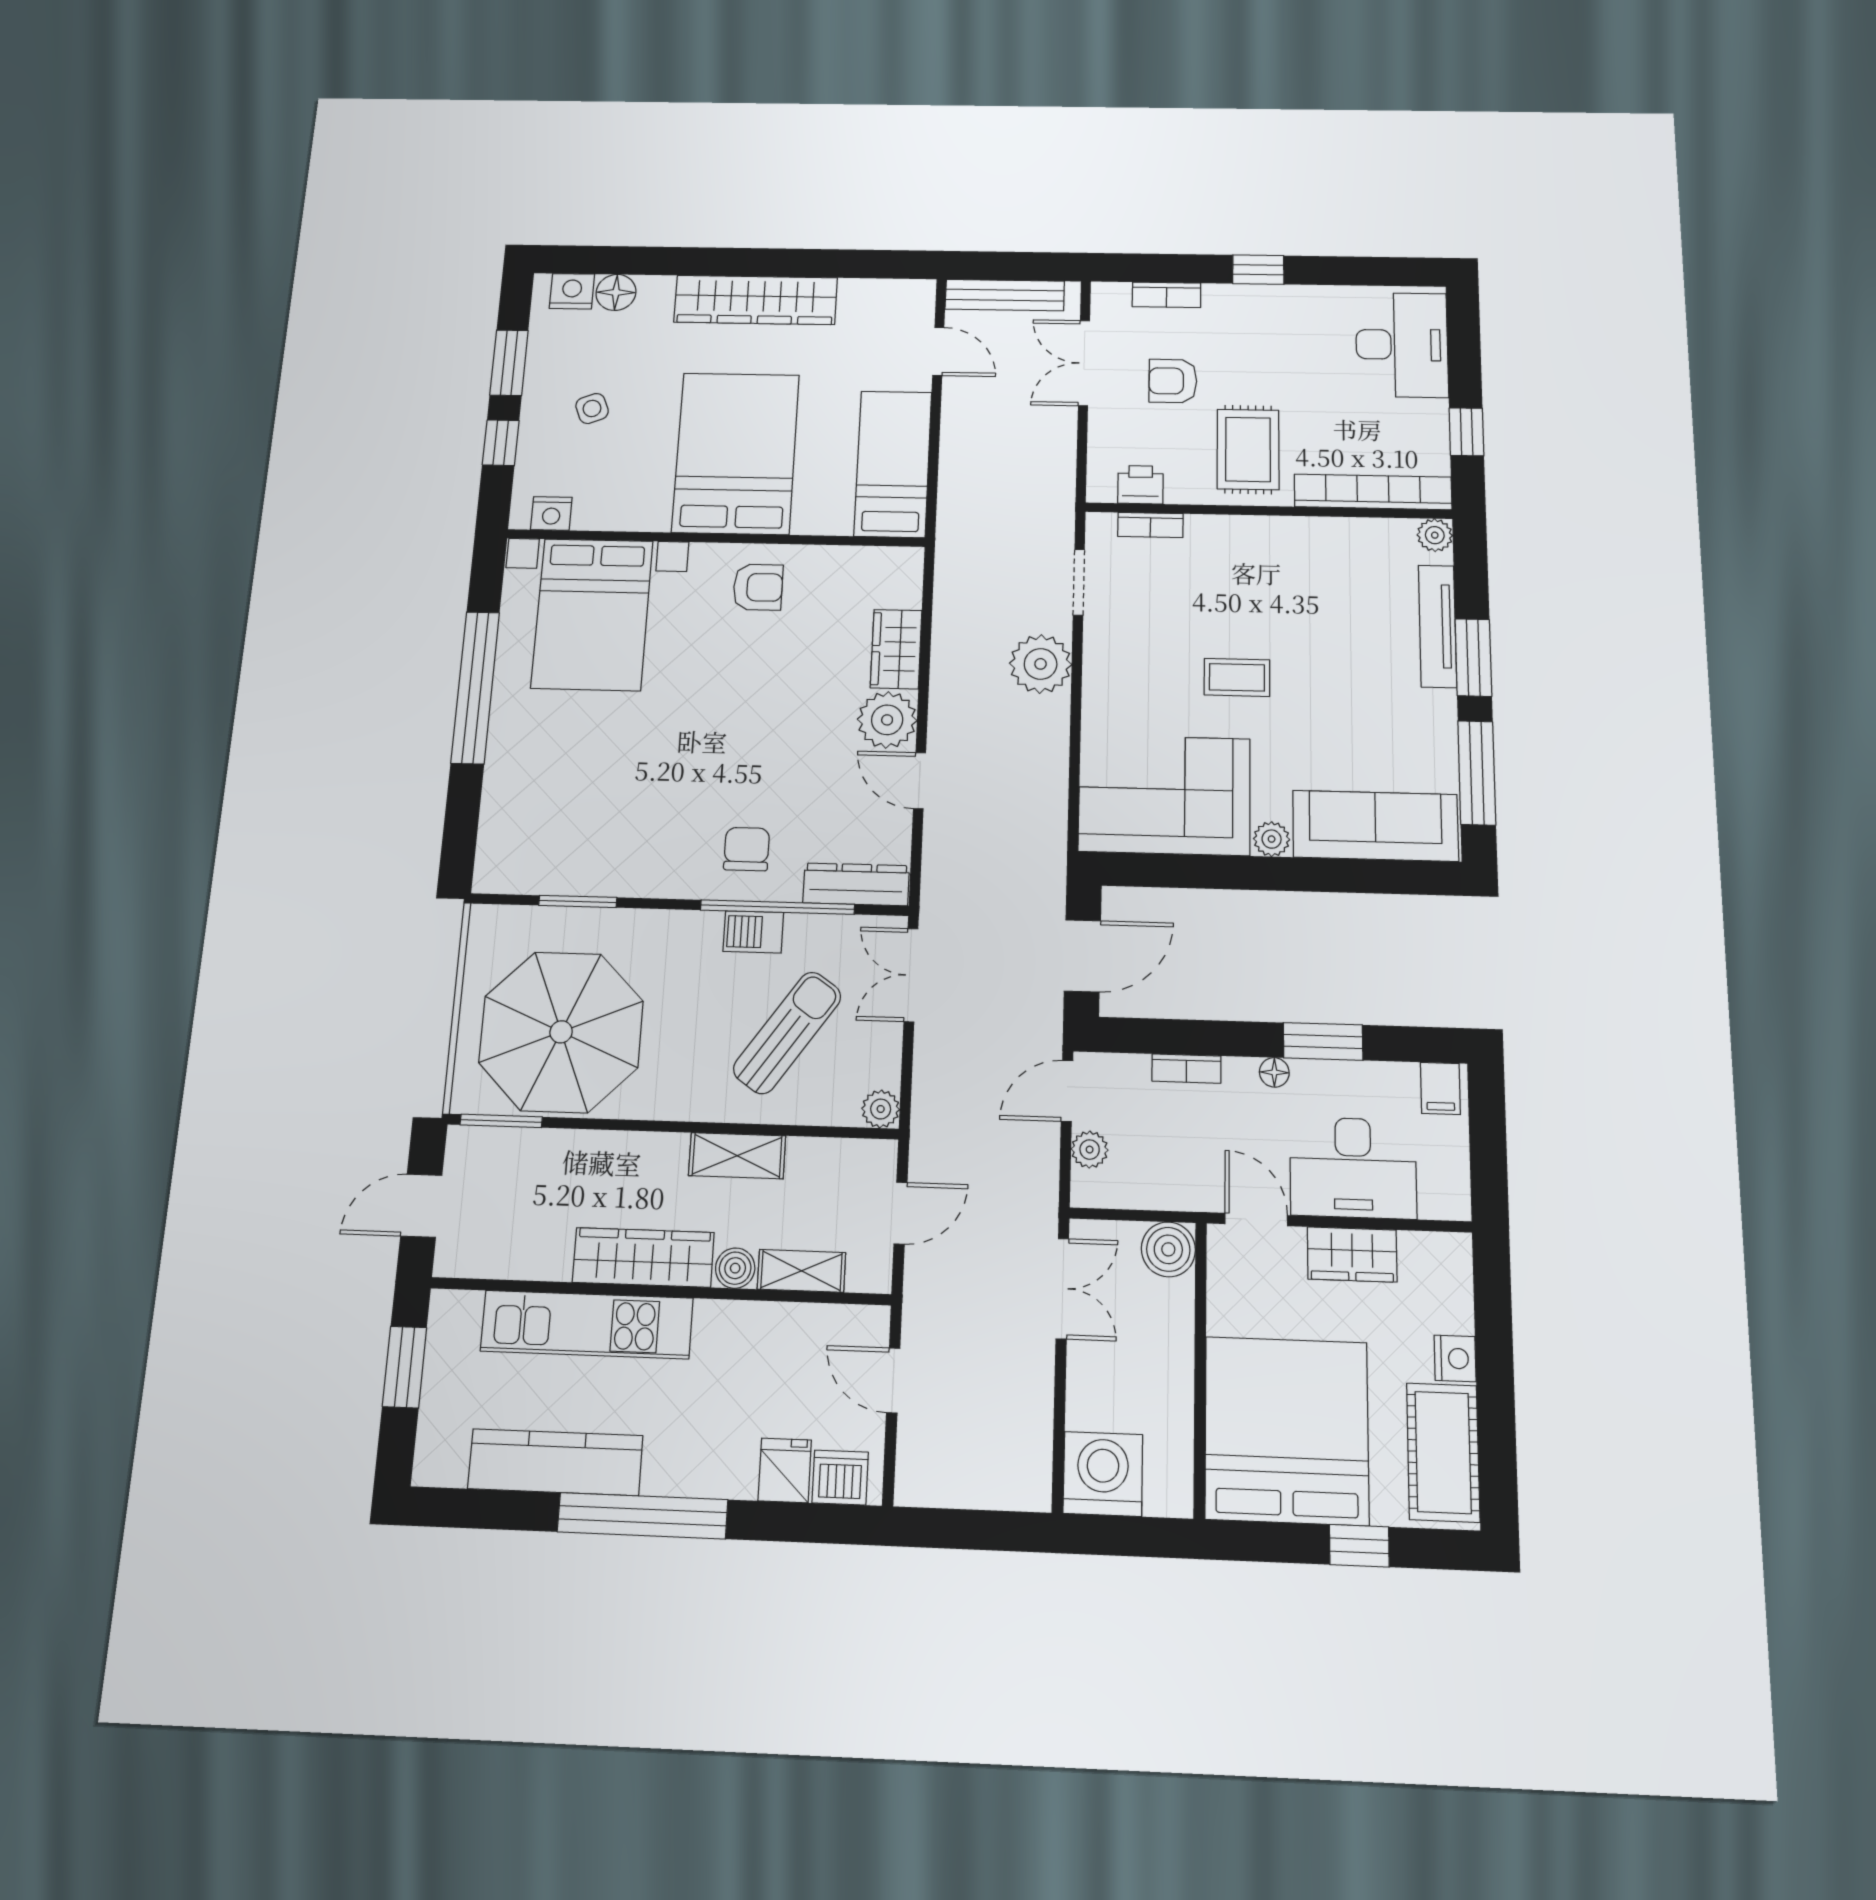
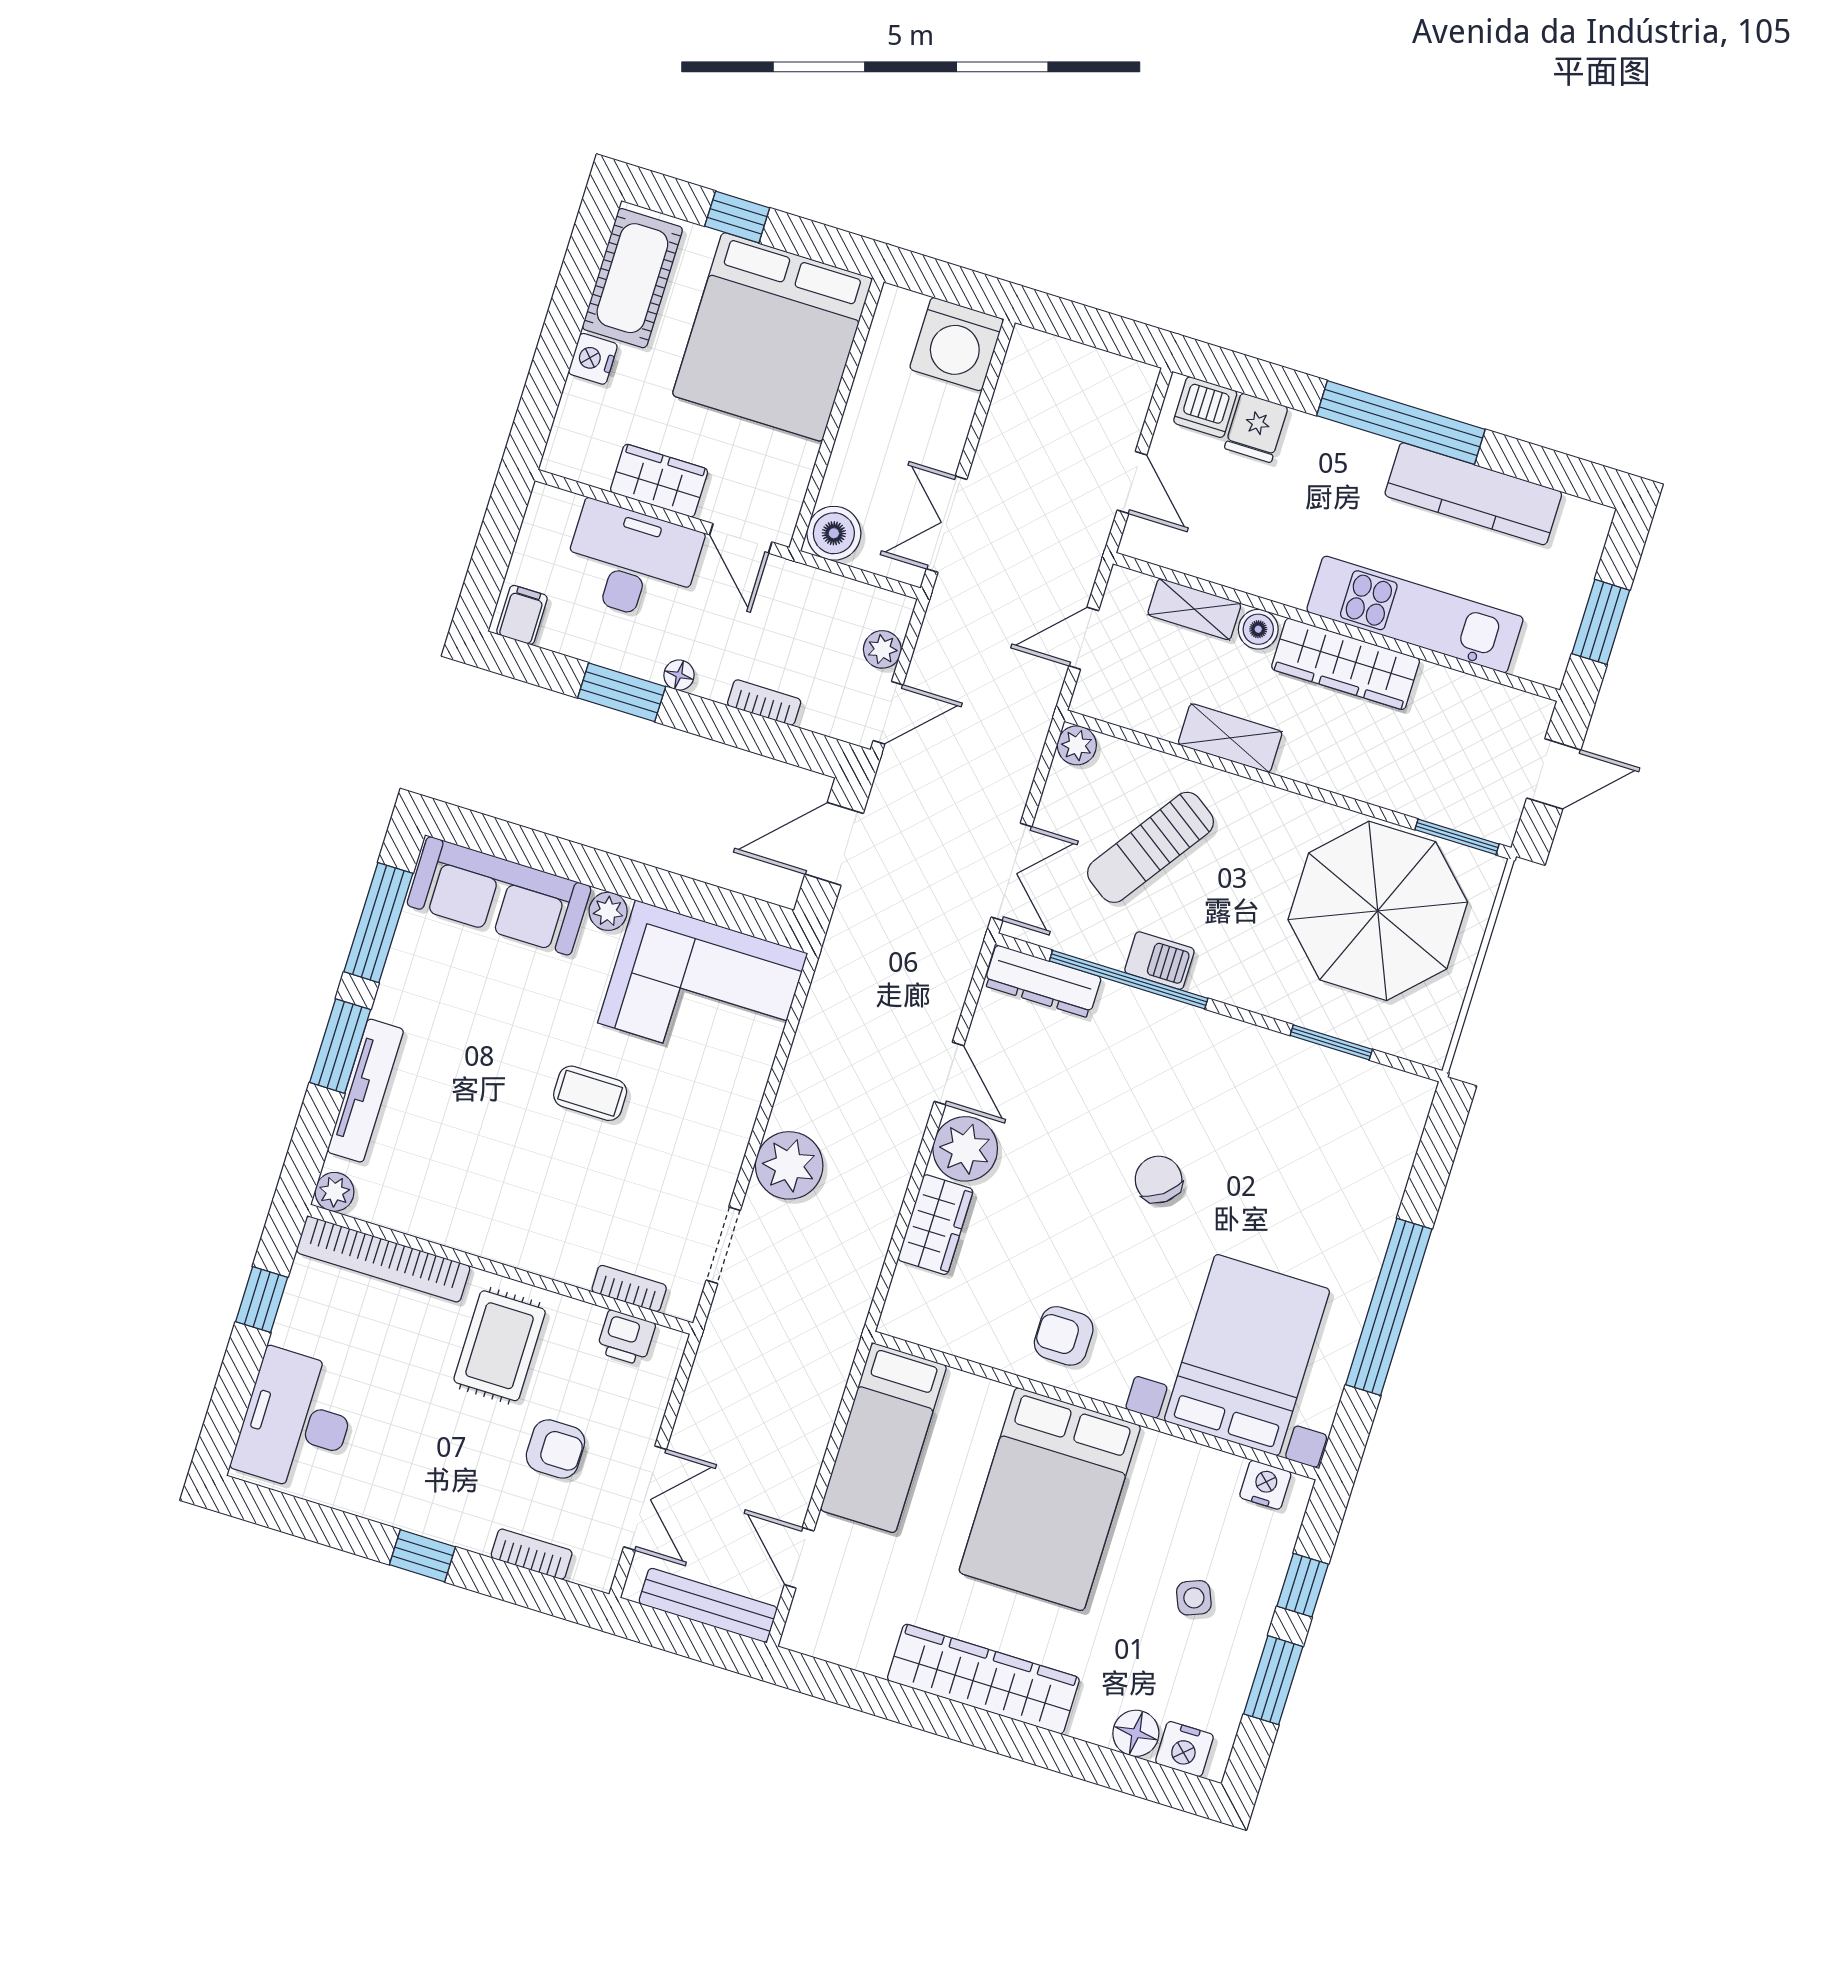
chair: (747, 849) -> (1159, 1180), moved, turned 143

